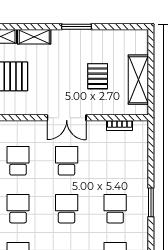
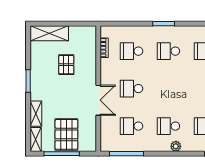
pallet: (98, 76) -> (66, 65), turned 90
shelving: (138, 80) -> (49, 33), moved
double door: (67, 118) -> (98, 100), moved
school desk: (67, 209) -> (132, 51), moved

